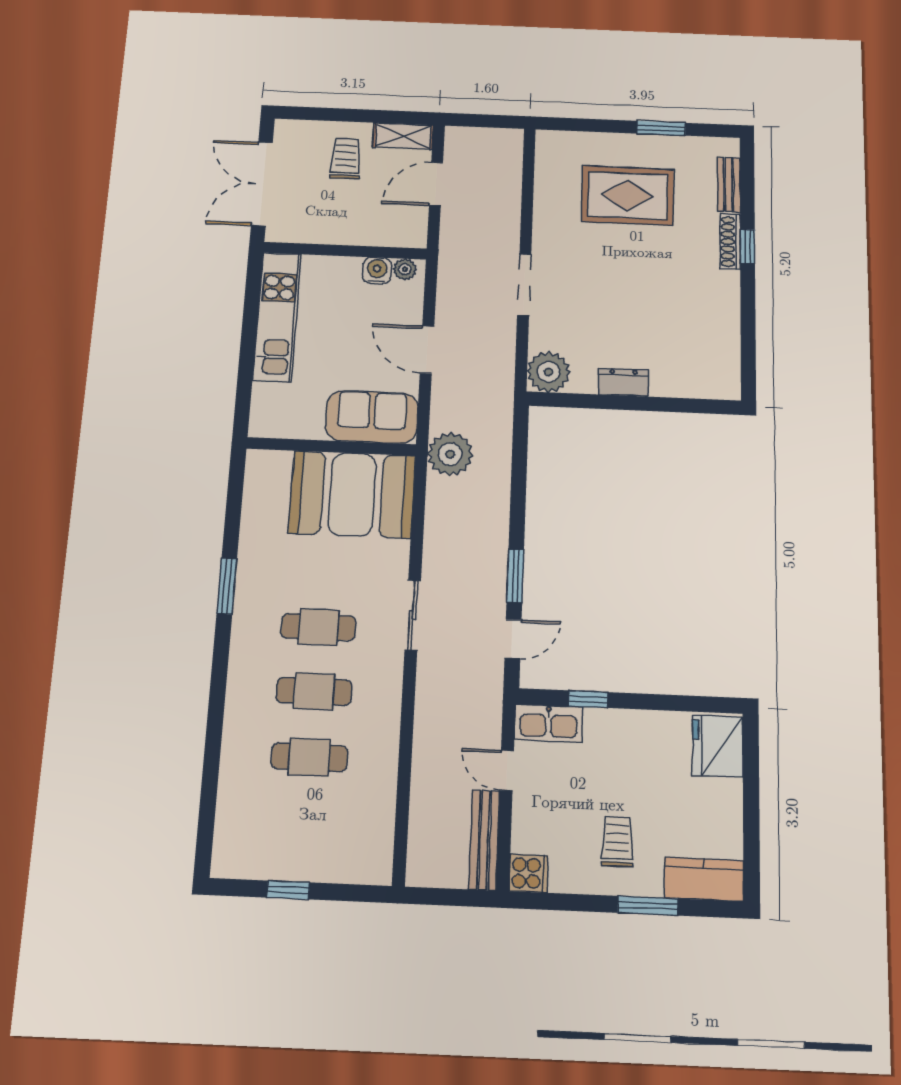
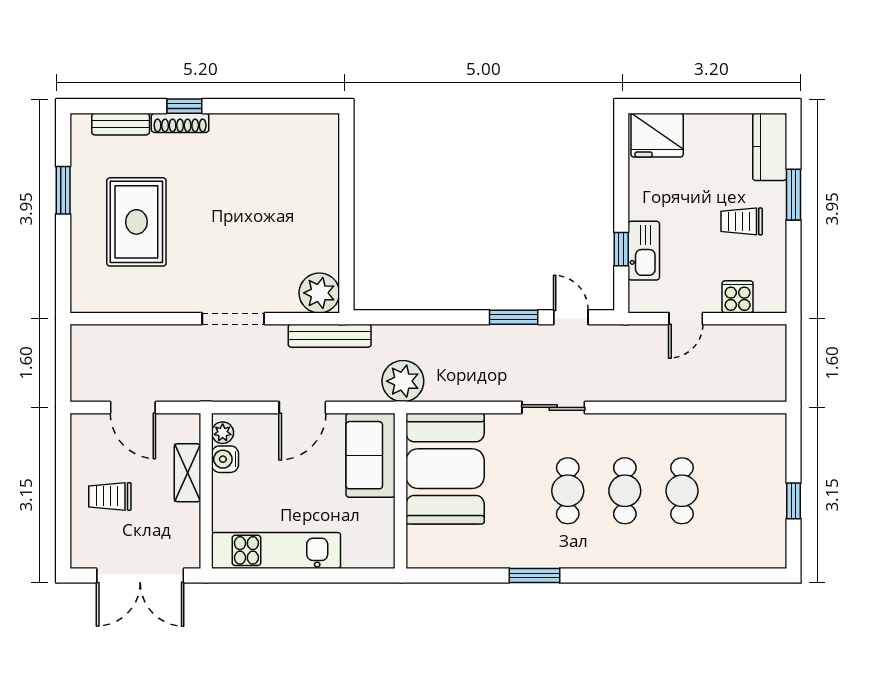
shelving: (403, 136) -> (187, 473), moved
dresser: (623, 382) -> (326, 223), removed
kitchen sink: (548, 723) -> (644, 251), moved
bench: (484, 840) -> (330, 336), moved
cooker: (529, 873) -> (738, 297), moved

